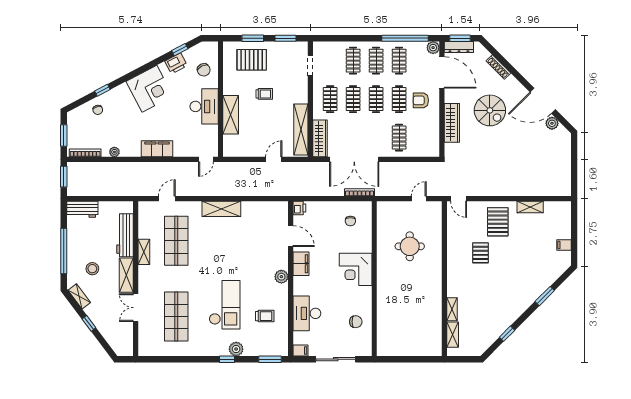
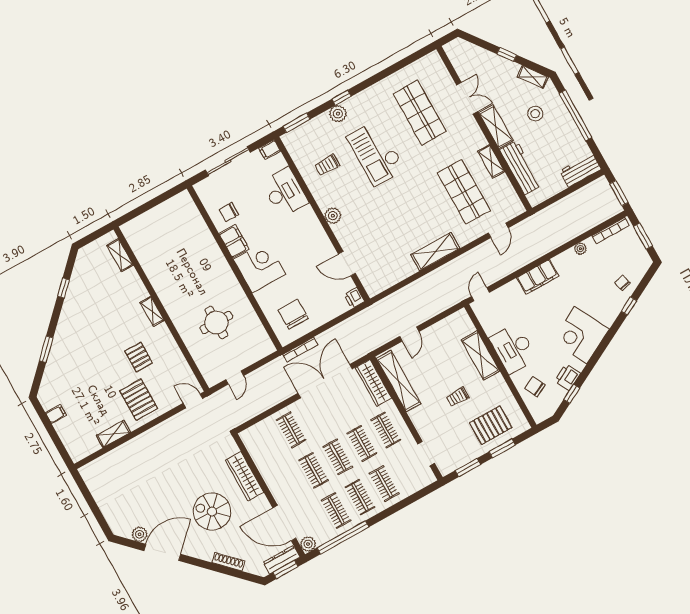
armchair: (421, 100) -> (290, 482), removed
chair: (350, 221) -> (293, 314), width x1.87, depth x1.87
filing cabinet: (301, 264) -> (234, 241), moved, turned 180
shelving: (452, 309) -> (152, 311), moved

